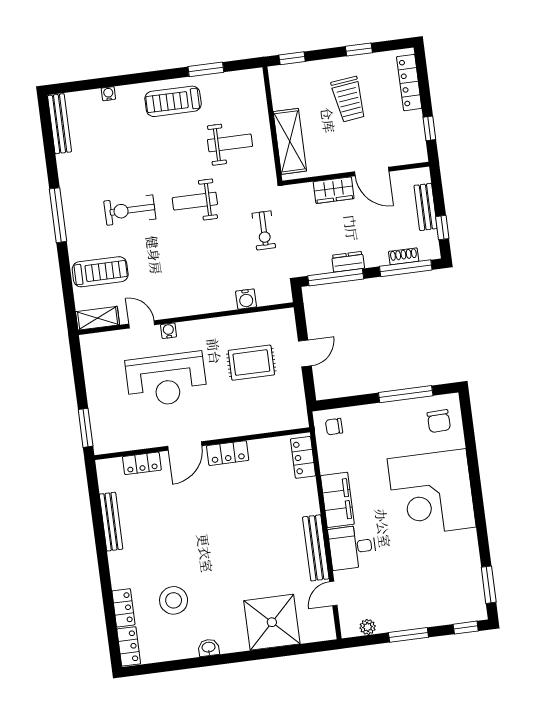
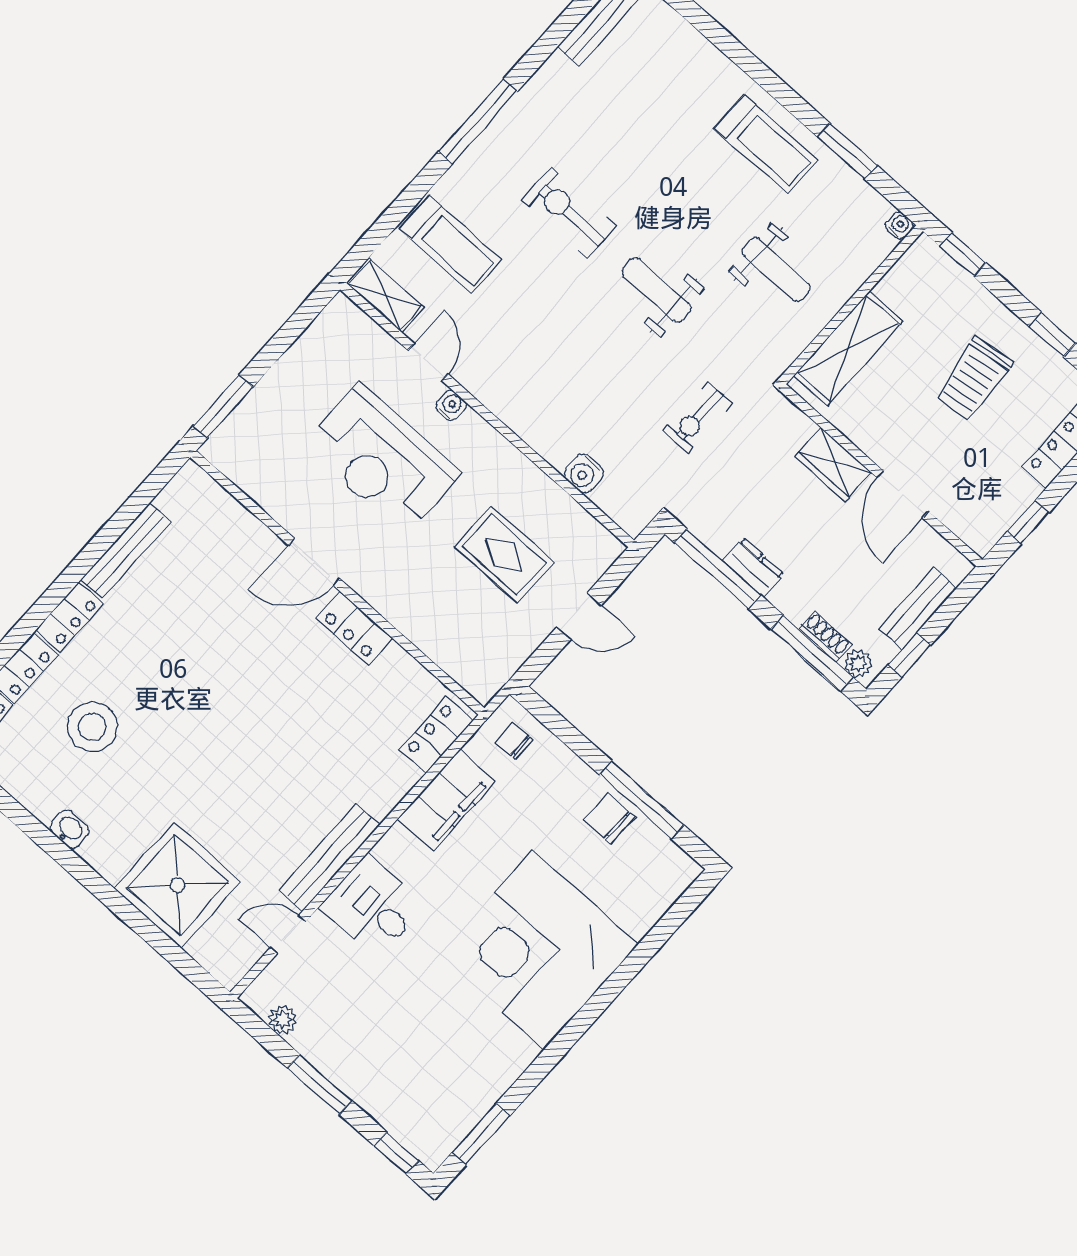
water cooler: (108, 94) -> (899, 225), moved
treadmill: (173, 101) -> (766, 144), turned 180
plant: (427, 252) -> (858, 664), added
chair: (439, 421) -> (609, 818), moved, turned 92
locker: (142, 463) -> (69, 617), moved, turned -90
filing cabinet: (337, 500) -> (447, 800), moved

